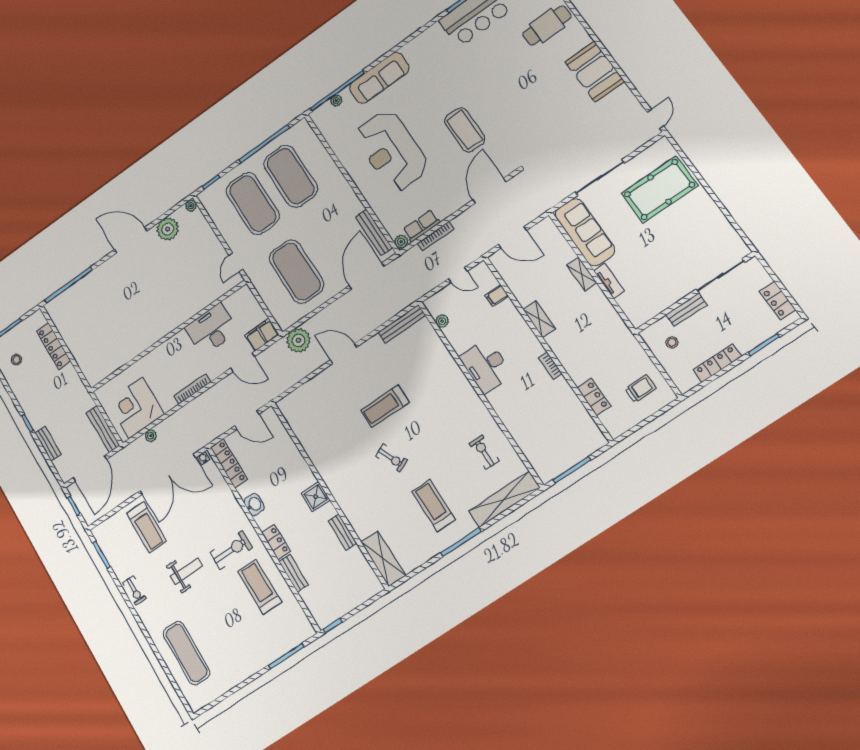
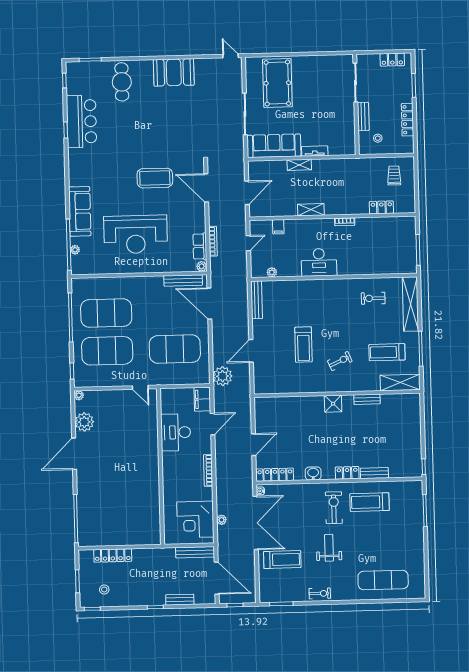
wall: (329, 494) -> (337, 394), moved
shower: (316, 497) -> (333, 404), moved
bench: (342, 532) -> (367, 399), moved
shelving: (383, 559) -> (400, 382), moved

